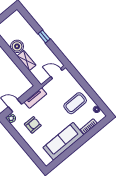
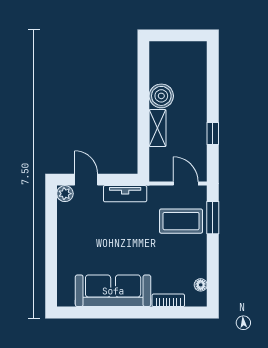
window: (44, 36) -> (213, 134), moved
window: (79, 78) -> (213, 218), added
coffee table: (75, 103) -> (181, 221), moved
armchair: (33, 125) -> (89, 230), removed

